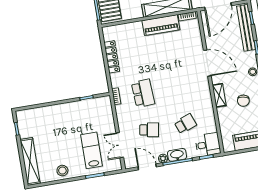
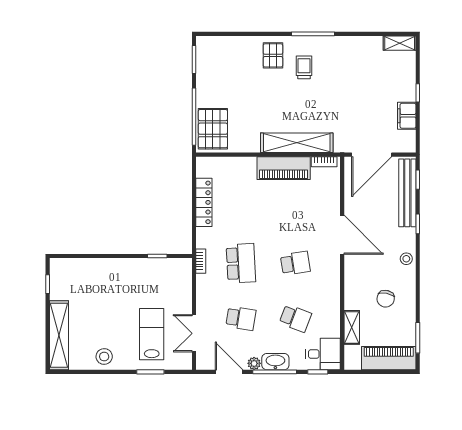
school desk: (179, 87) -> (295, 263), added
shelving: (219, 95) -> (352, 327), moved
school desk: (185, 124) -> (295, 318), turned 42

